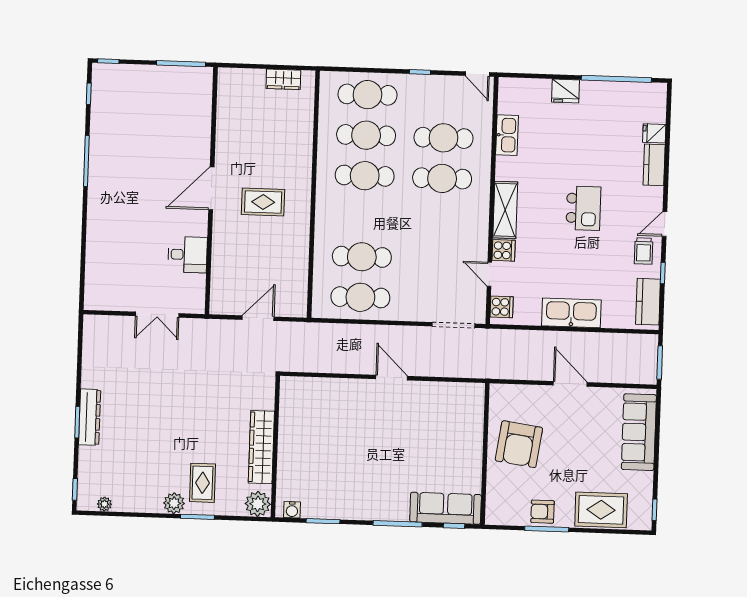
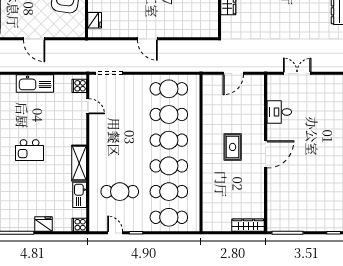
door: (477, 74) -> (115, 233), moved
wardrobe: (283, 79) -> (248, 225), moved, width x1.50
cafe table: (442, 178) -> (169, 140), moved
rug: (263, 202) -> (233, 147), turned 90
kitchen island: (583, 208) -> (30, 150), turned -90
shelving: (505, 210) -> (79, 163), moved
cooker: (504, 250) -> (79, 225), moved
fridge: (474, 409) -> (95, 20), added

